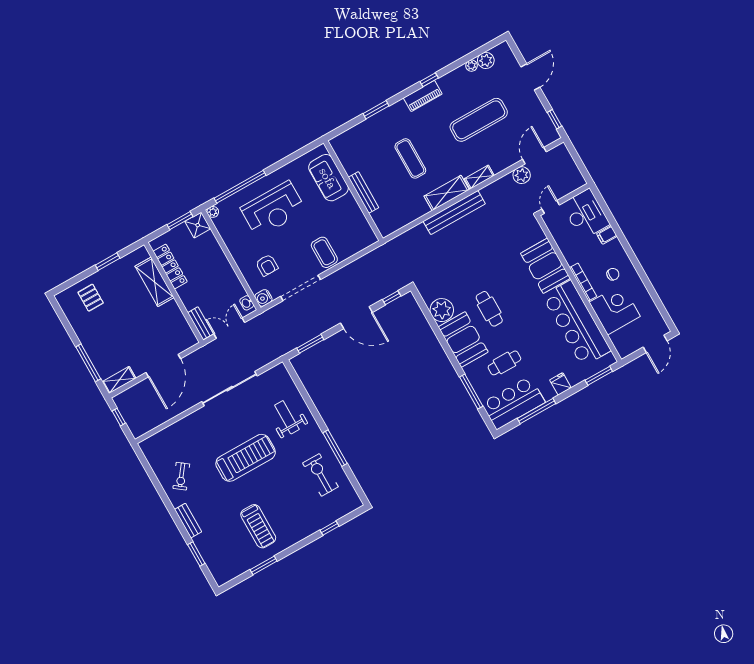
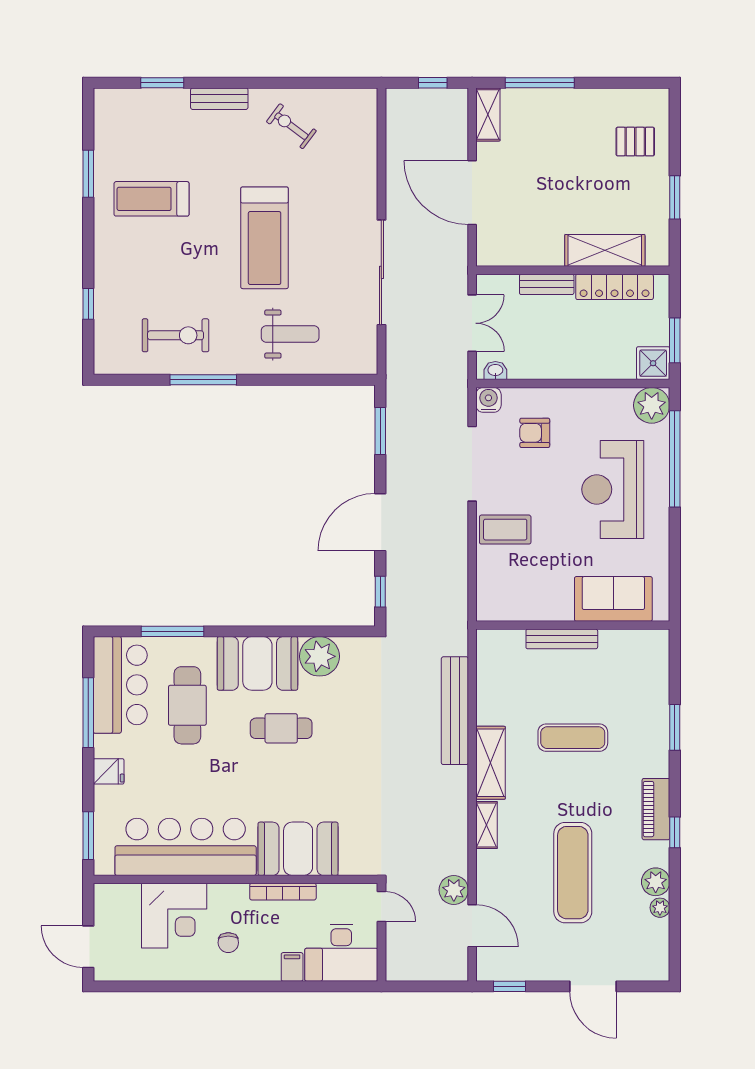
plant: (486, 60) -> (656, 882), moved
plant: (213, 212) -> (652, 405), width x1.88, depth x1.88
bench: (454, 212) -> (455, 711), moved
bookcase: (583, 282) -> (283, 892), moved
bench: (201, 323) -> (547, 284), moved
cafe table: (504, 363) -> (187, 705), width x1.37, depth x1.35

